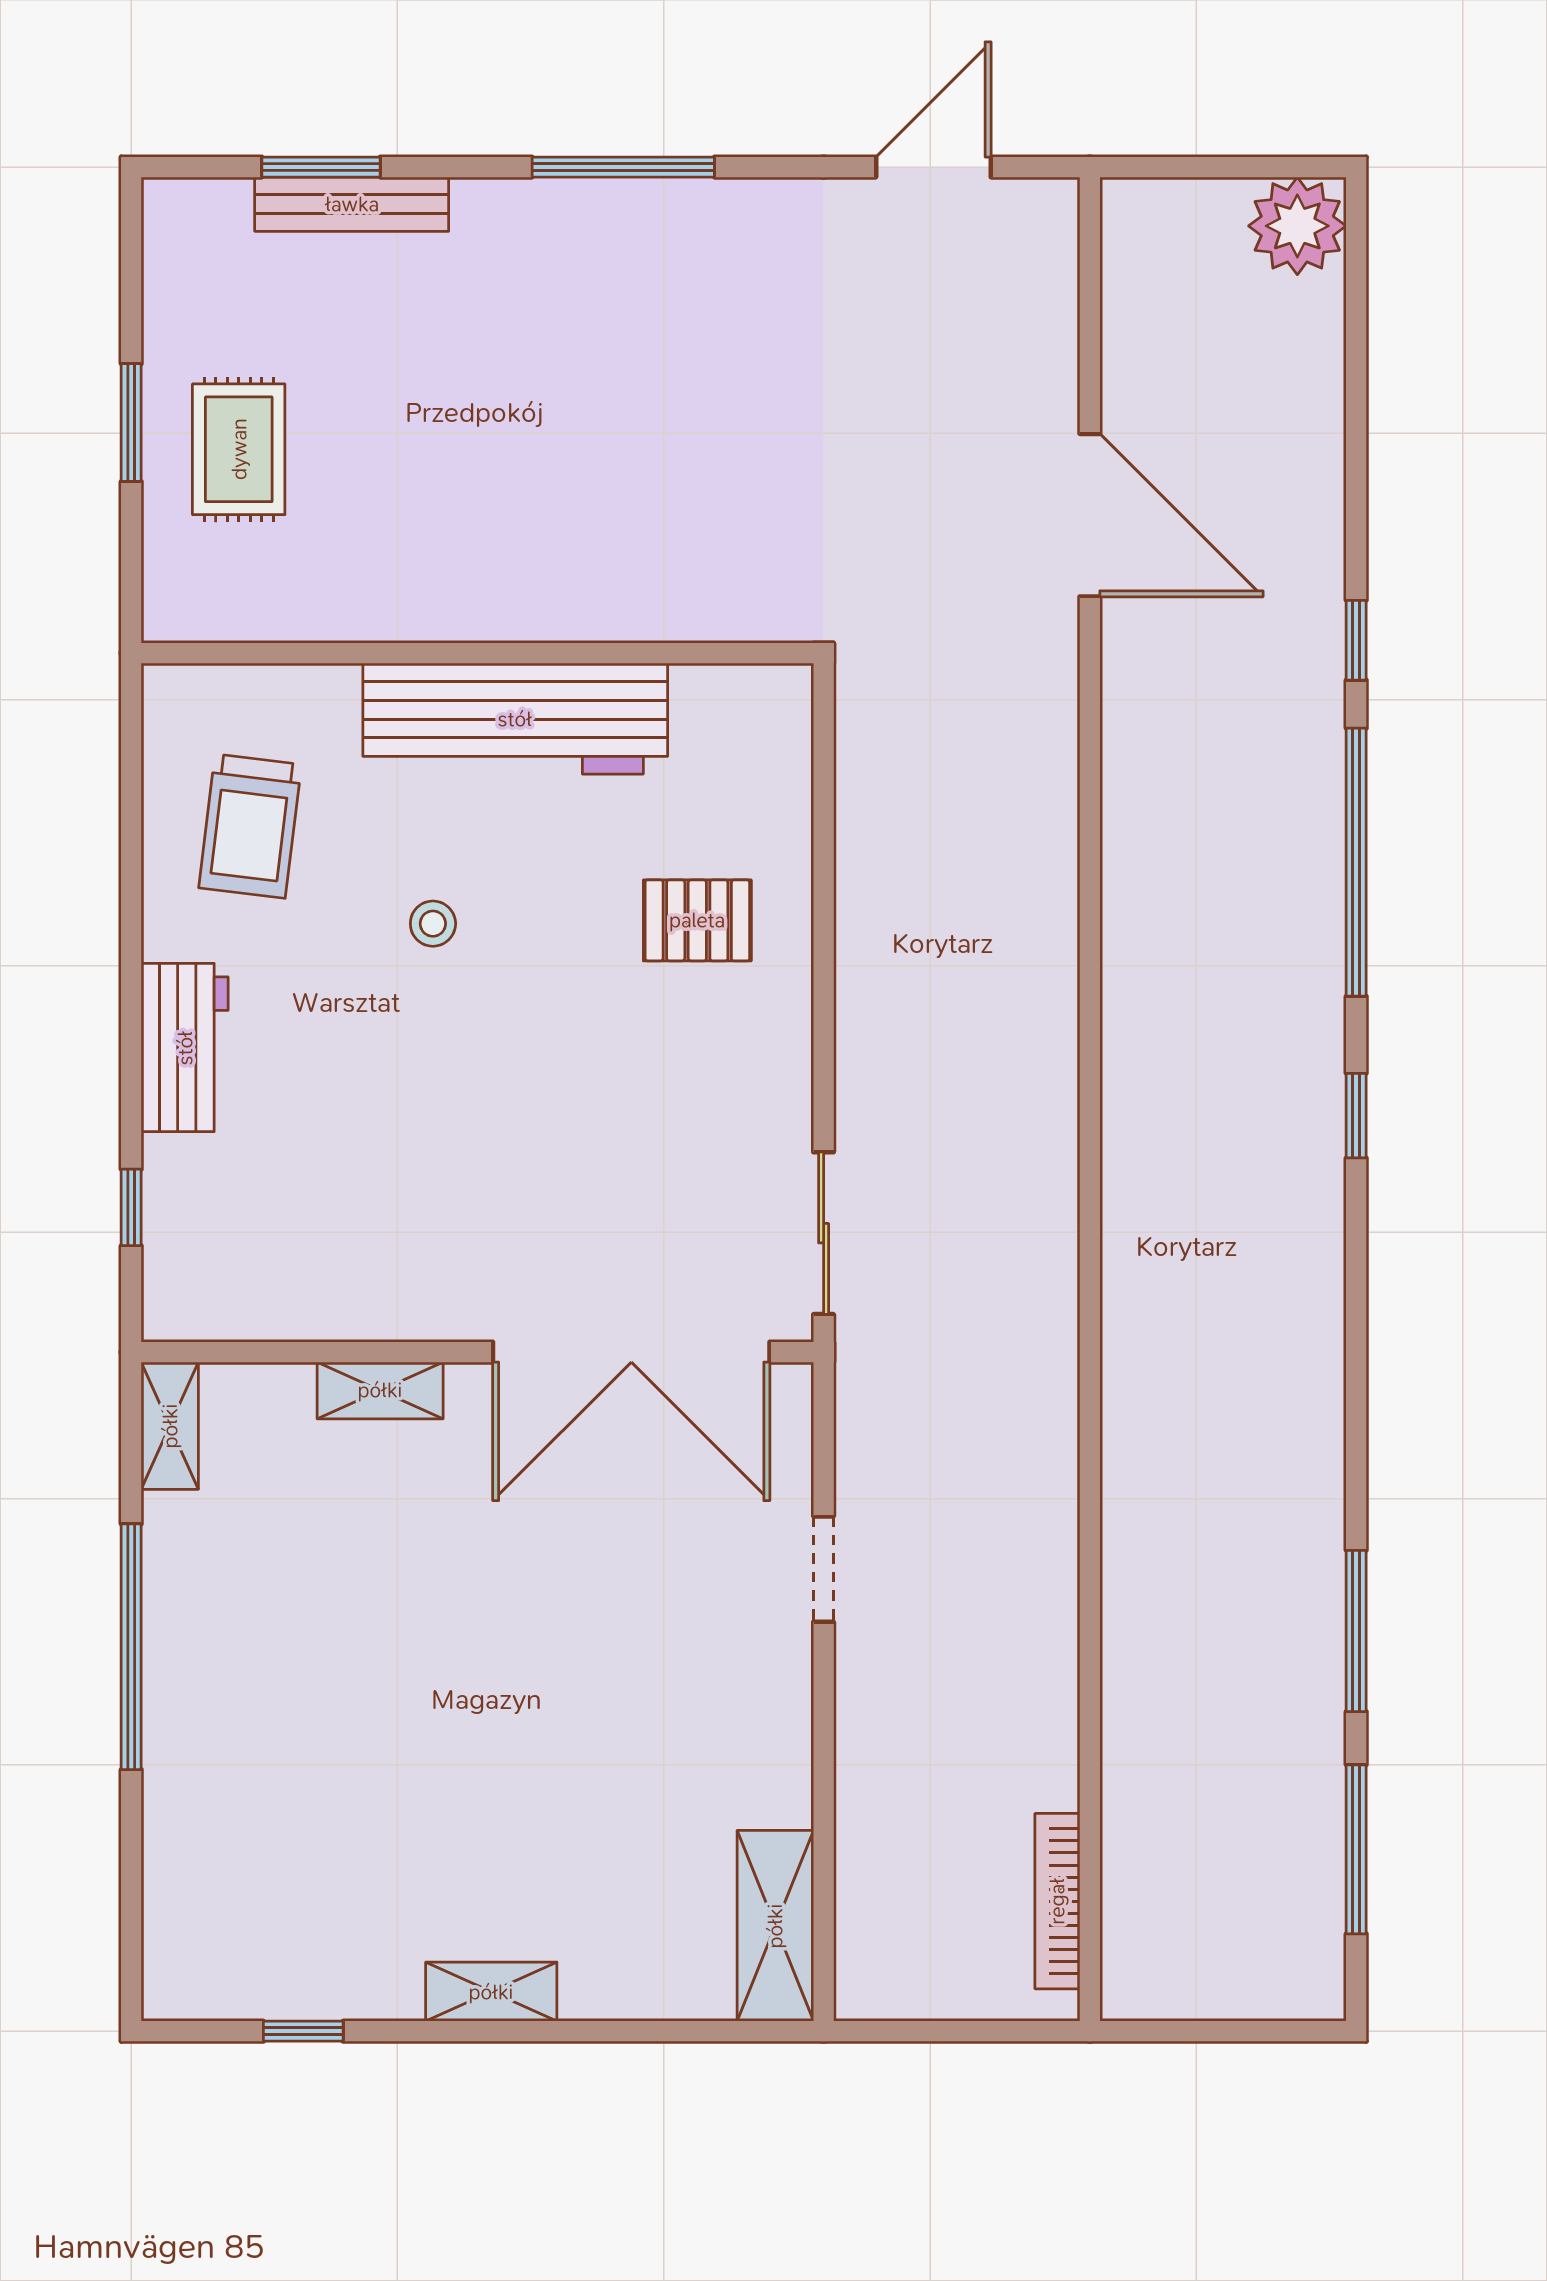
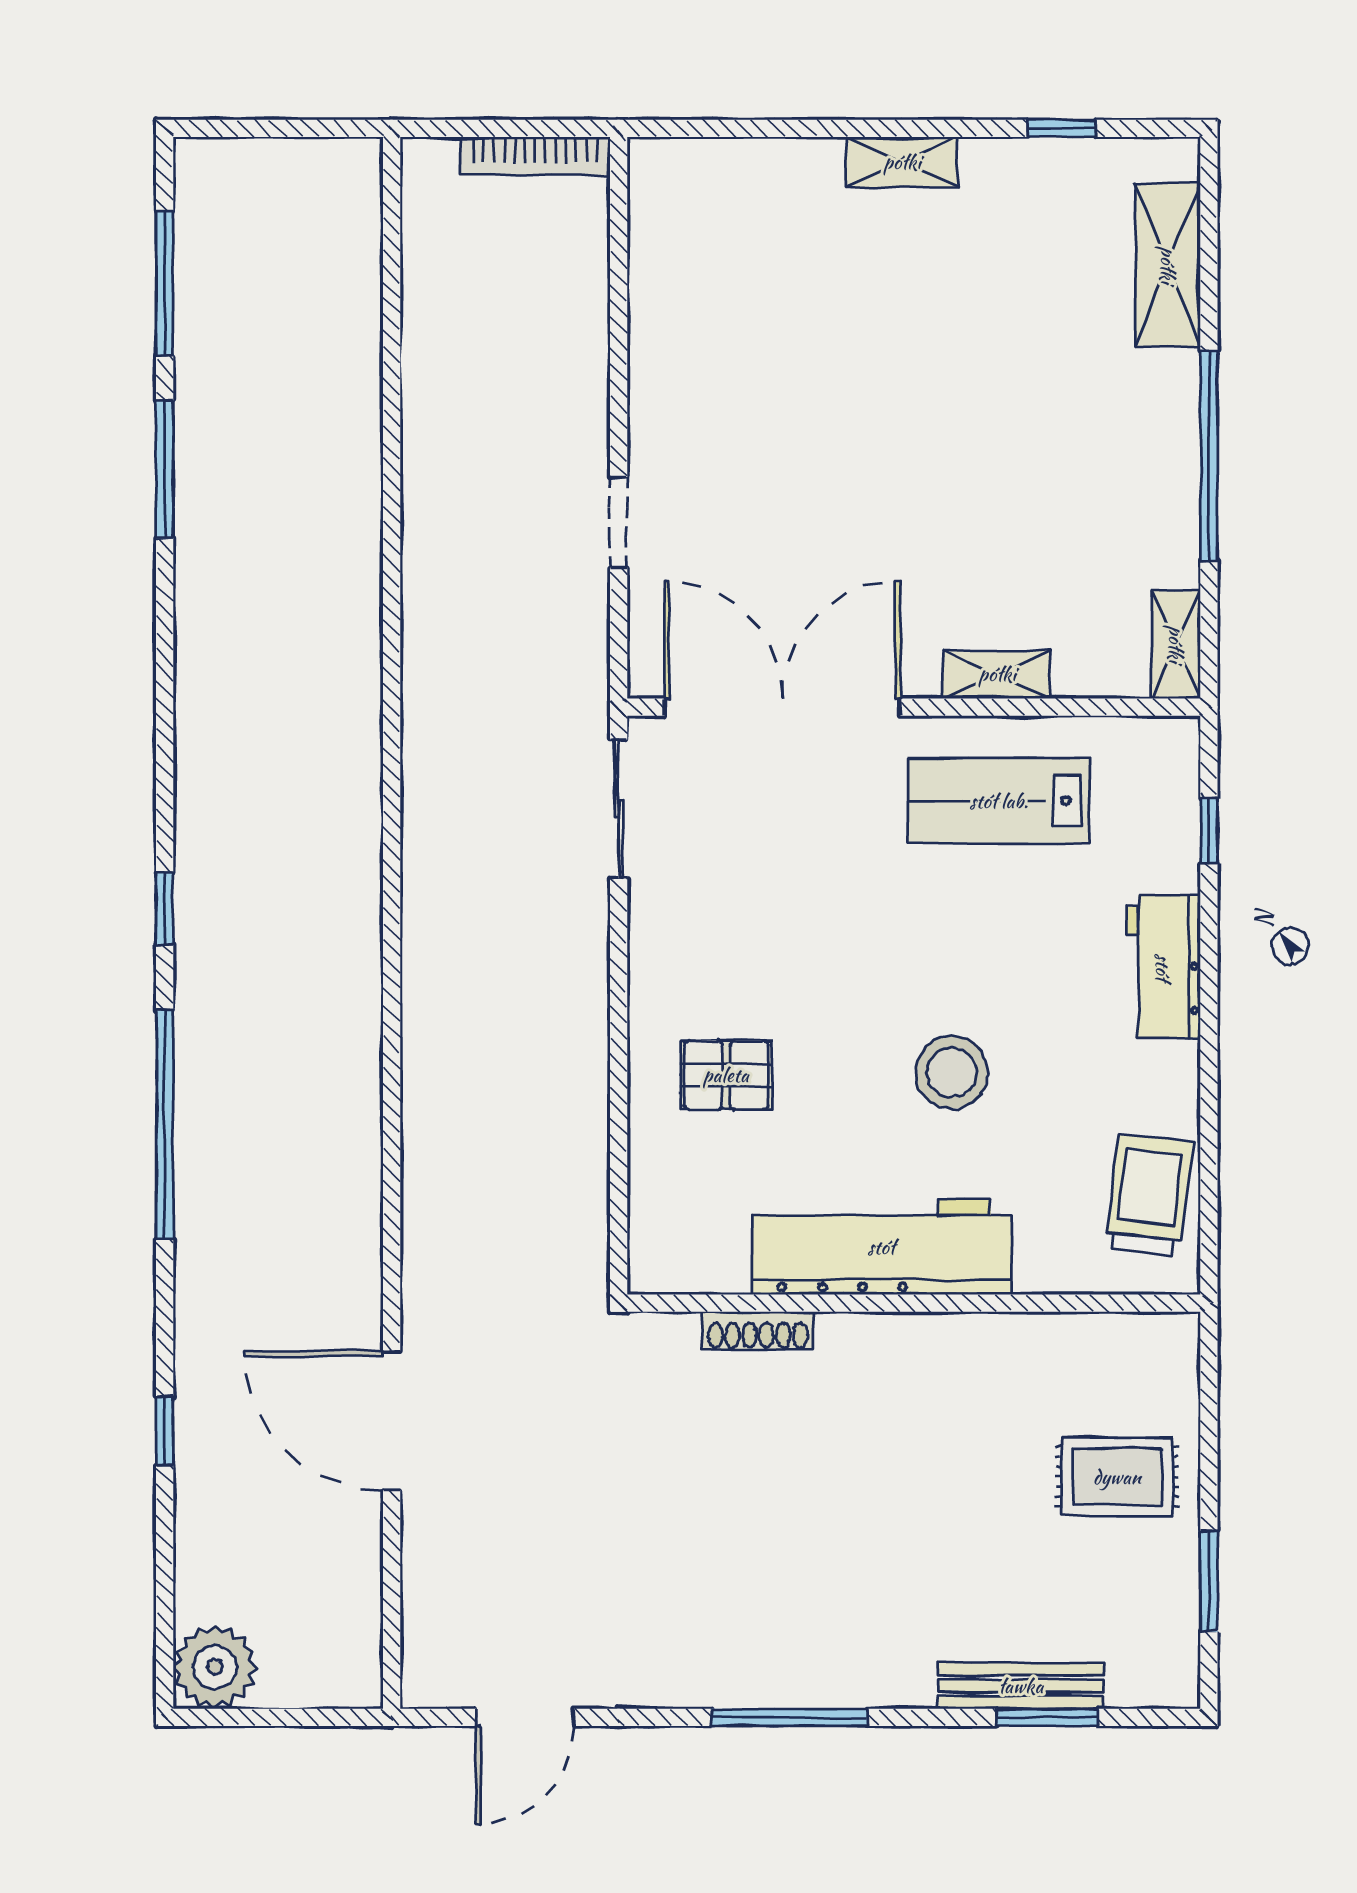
window: (131, 423) -> (1209, 1581), moved
rug: (239, 449) -> (1117, 1477), turned 90
shoe rack: (660, 621) -> (758, 1330), added
window: (1356, 640) -> (165, 1431), moved
trolley: (250, 826) -> (1149, 1195), moved
stool: (433, 924) -> (952, 1072), width x1.89, depth x1.89
lab bench: (378, 1242) -> (999, 801), added
bookcase: (1057, 1901) -> (535, 156), moved, turned 90
shelving: (775, 1926) -> (1168, 265), moved

